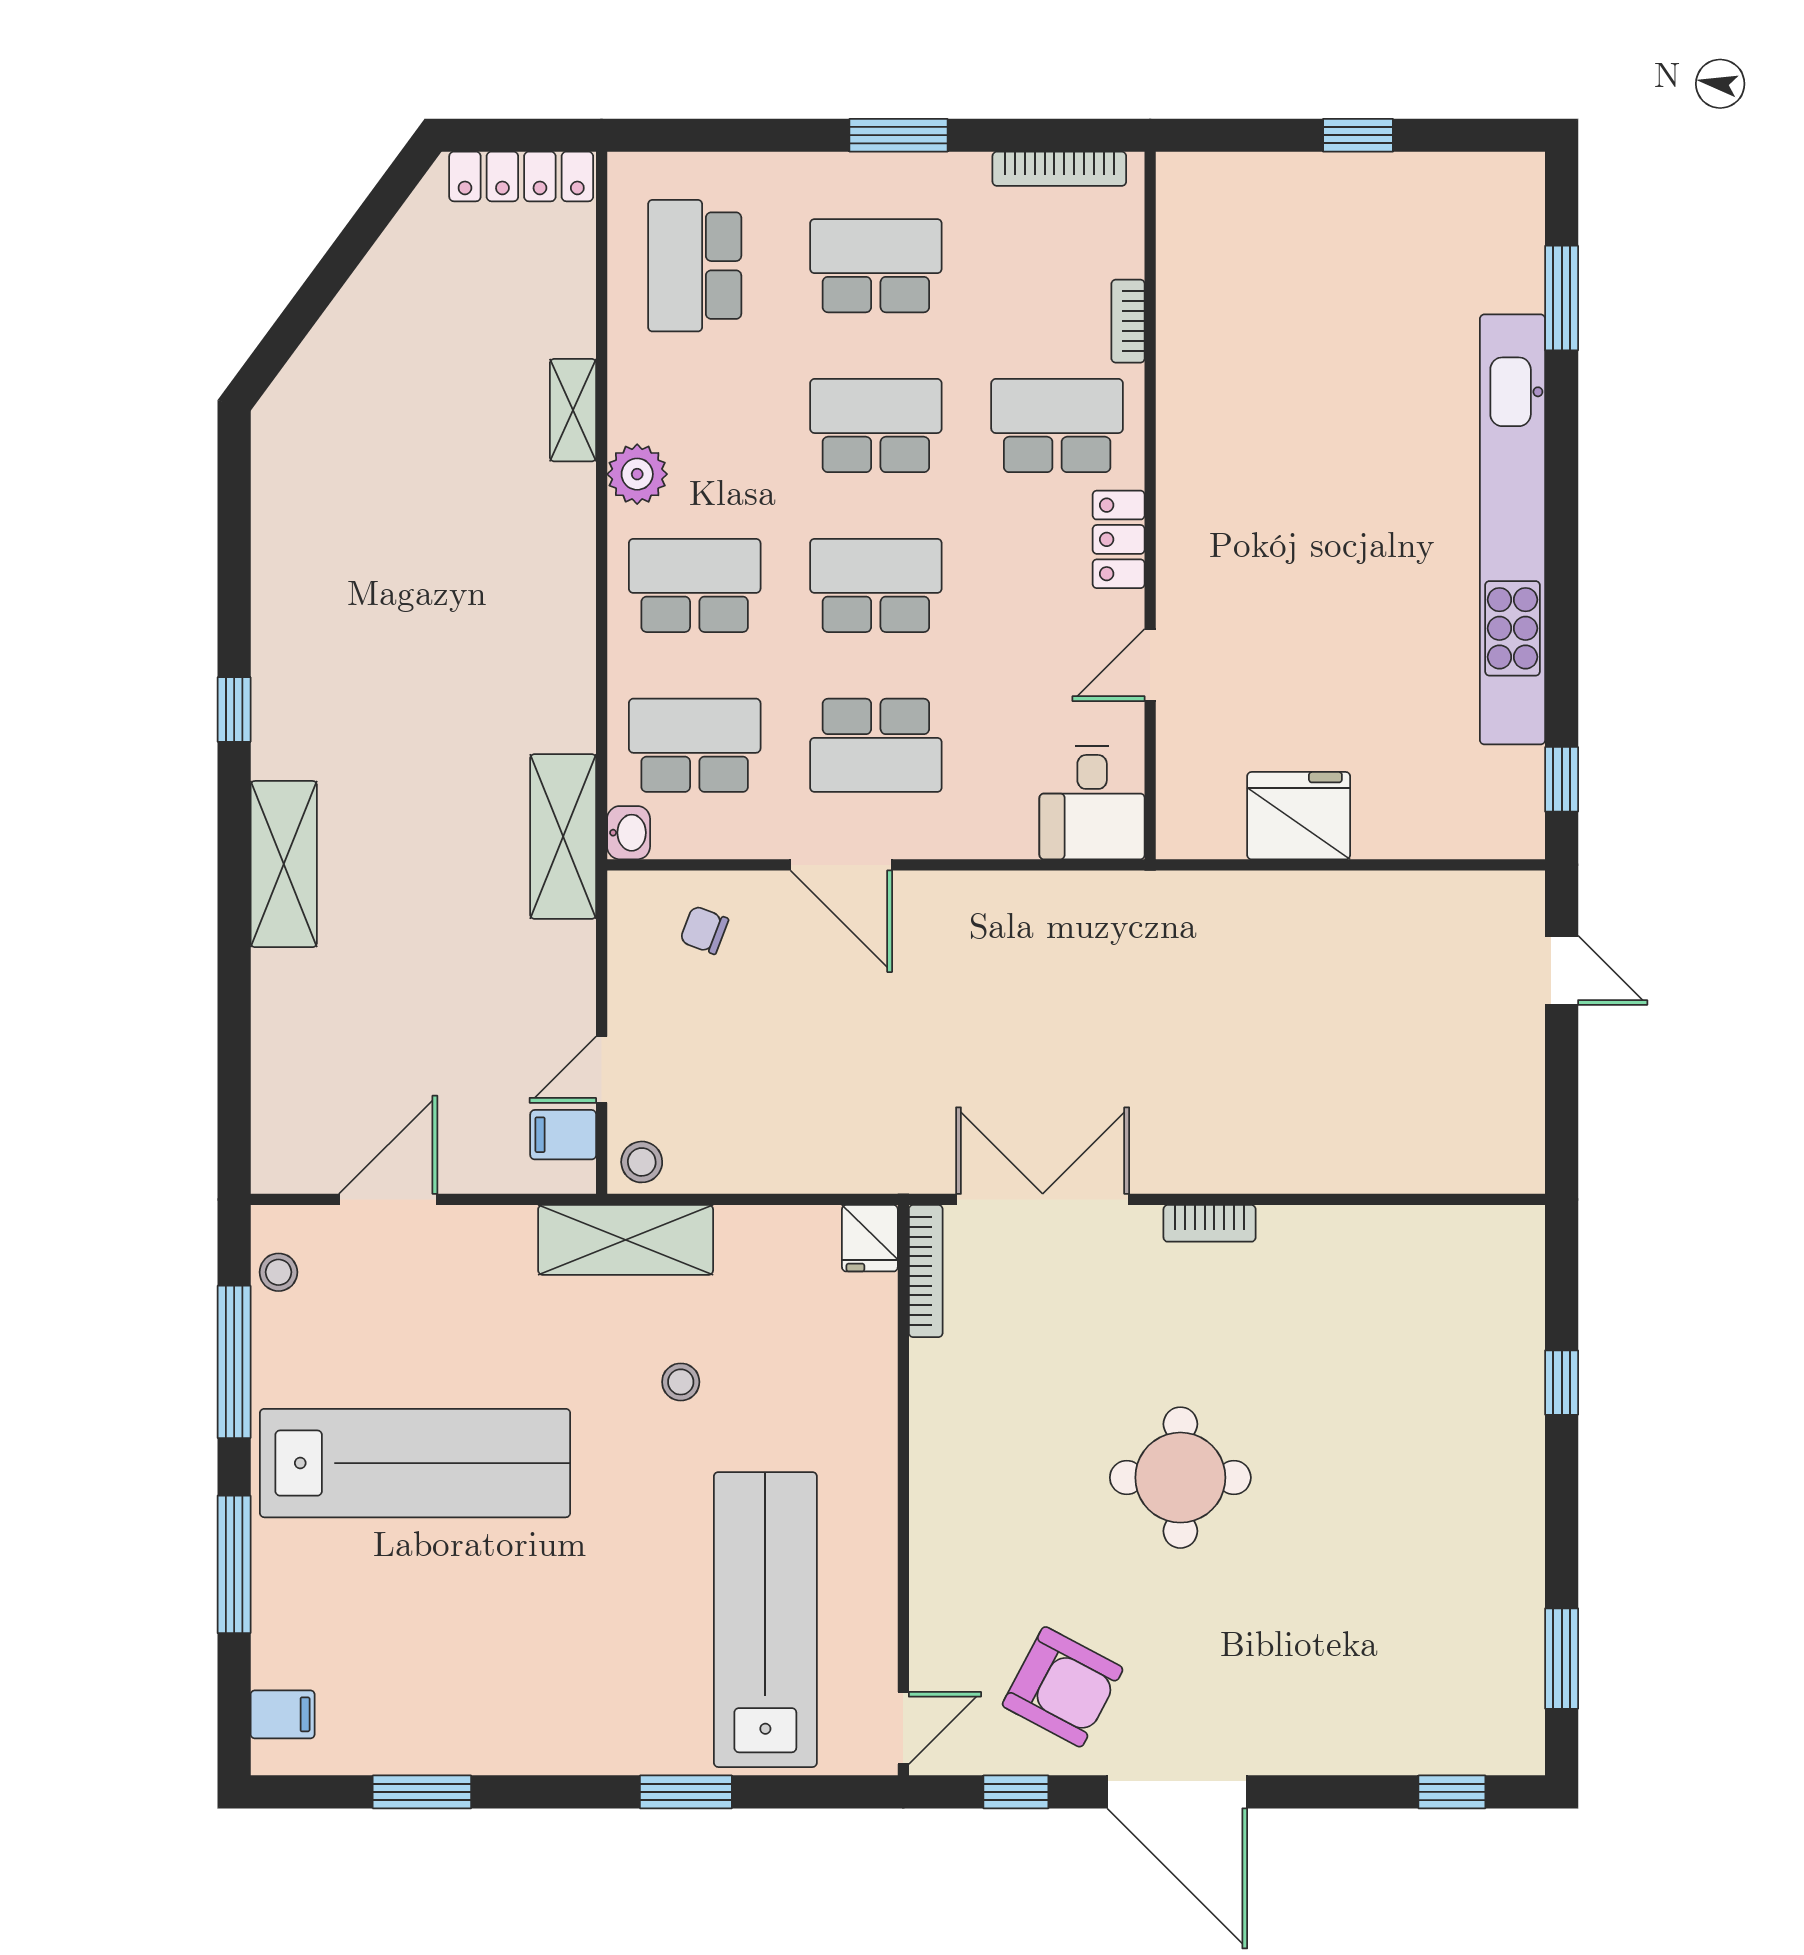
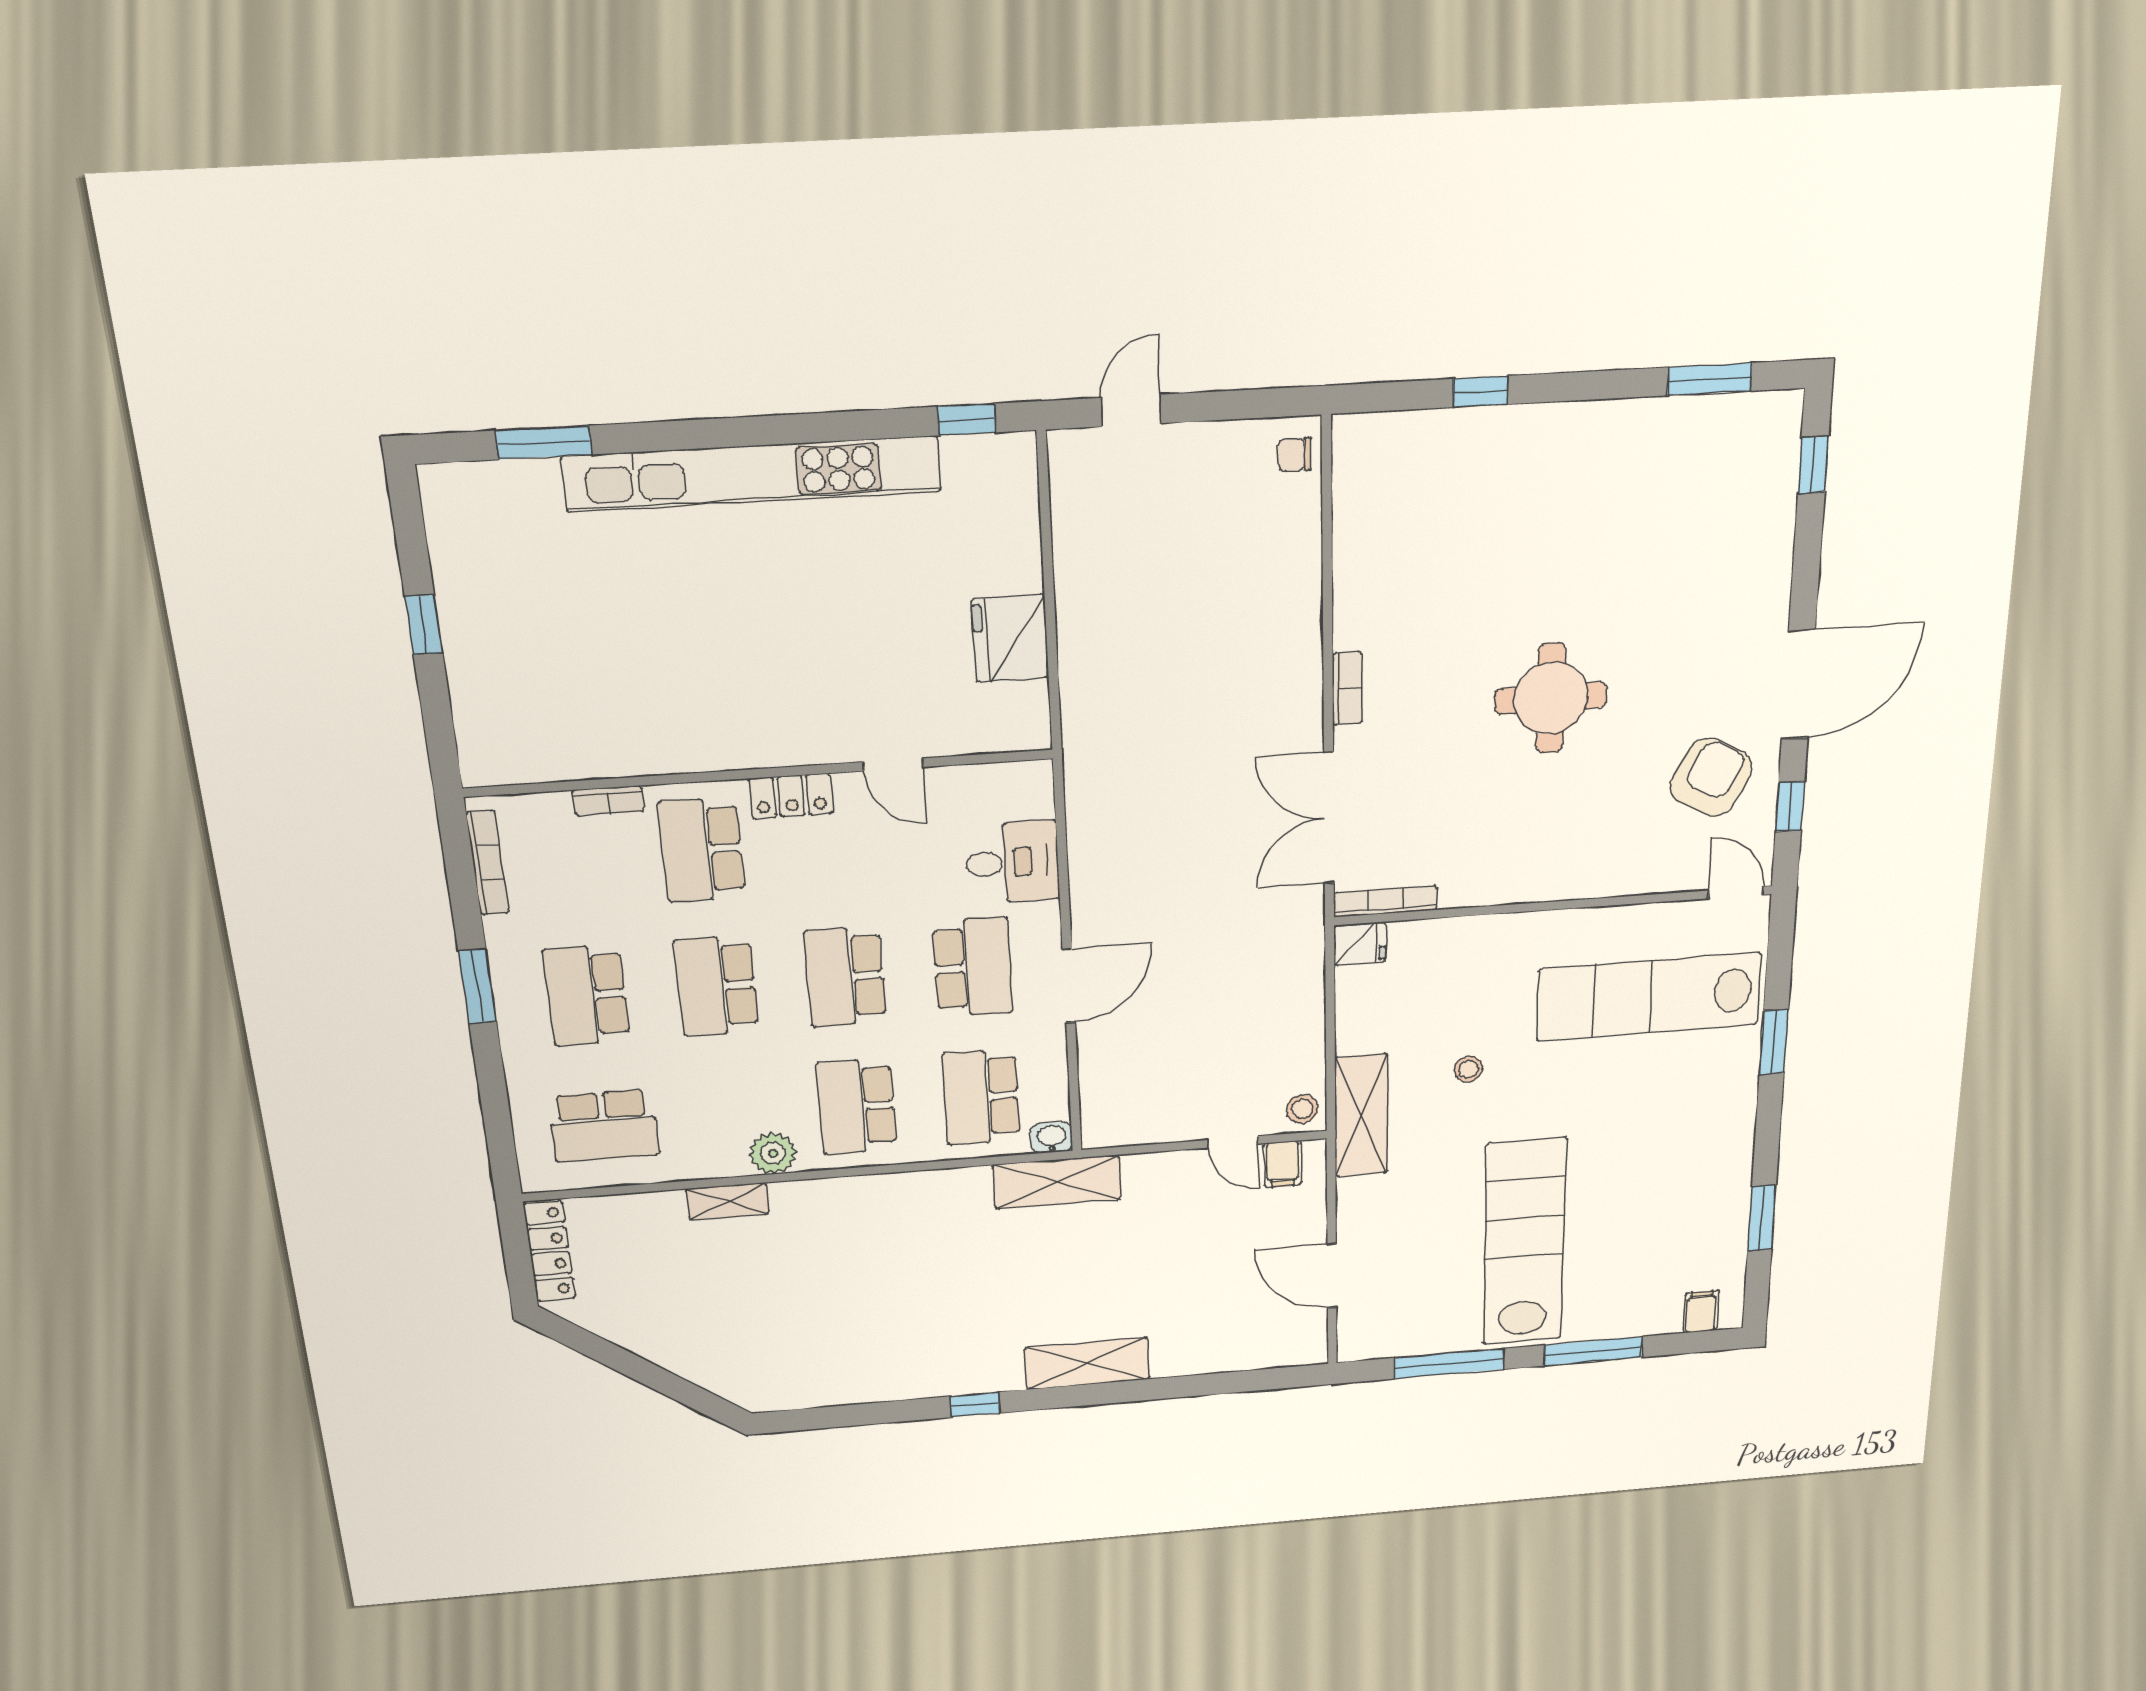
desk: (1092, 803) -> (1012, 862), moved
chair: (704, 930) -> (1295, 455), moved, turned 69
stool: (278, 1272) -> (1385, 1341), removed

